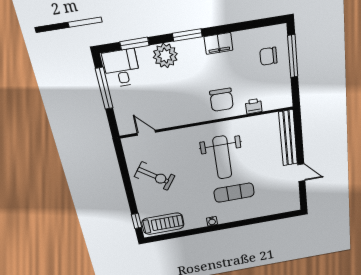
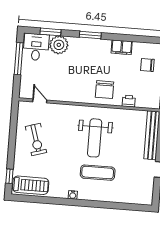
filing cabinet: (218, 43) -> (122, 47), moved
plant: (165, 56) -> (59, 45), moved
exercise bike: (155, 176) -> (36, 139), turned 37

